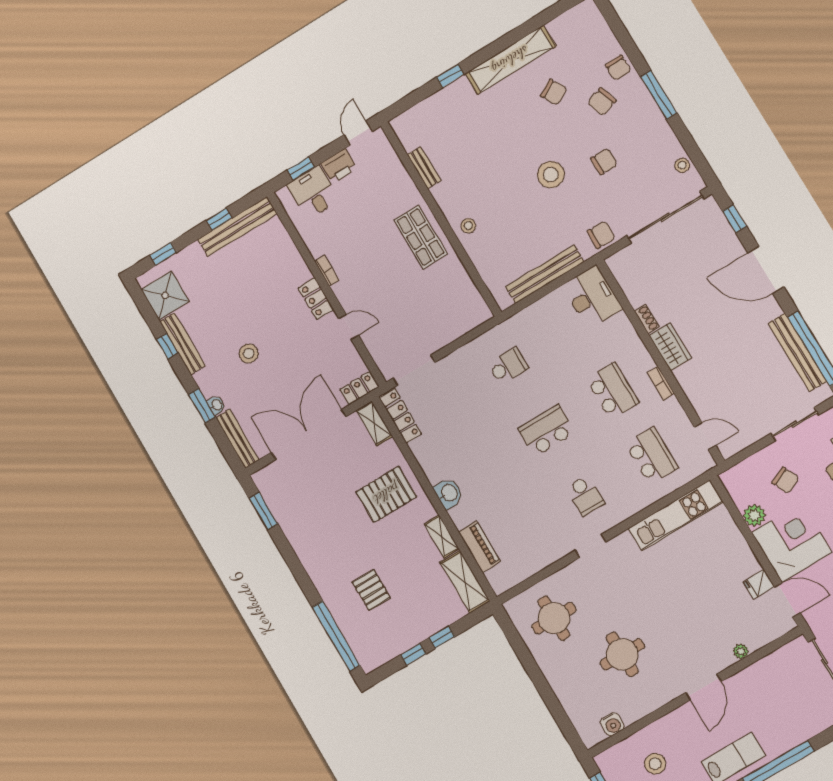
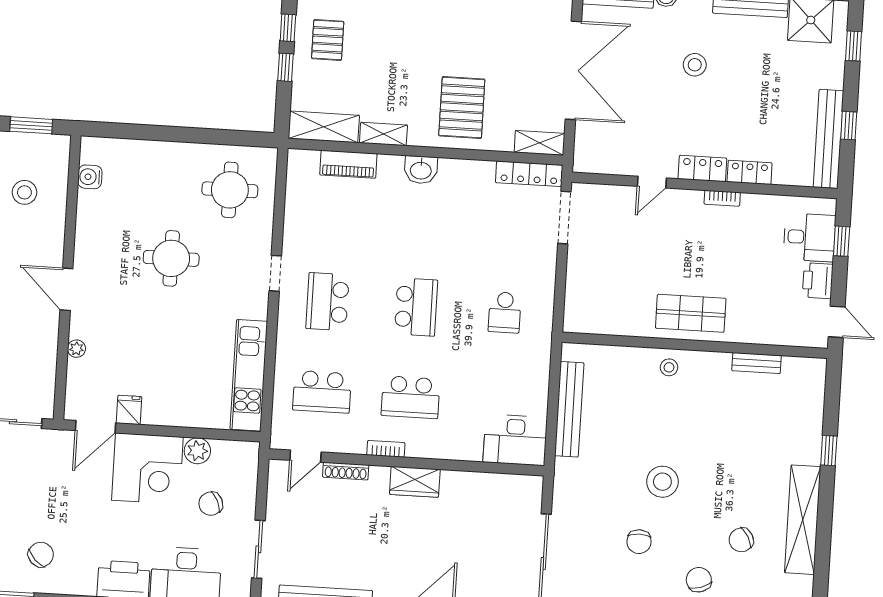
chair: (601, 235) -> (570, 490), removed
shoe rack: (647, 319) -> (346, 471), moved, width x1.43
locker: (359, 388) -> (750, 172), moved, turned -90
school desk: (585, 495) -> (327, 302), width x1.85
pallet: (371, 590) -> (328, 40), moved, turned 90
round table: (622, 654) -> (171, 258), moved

